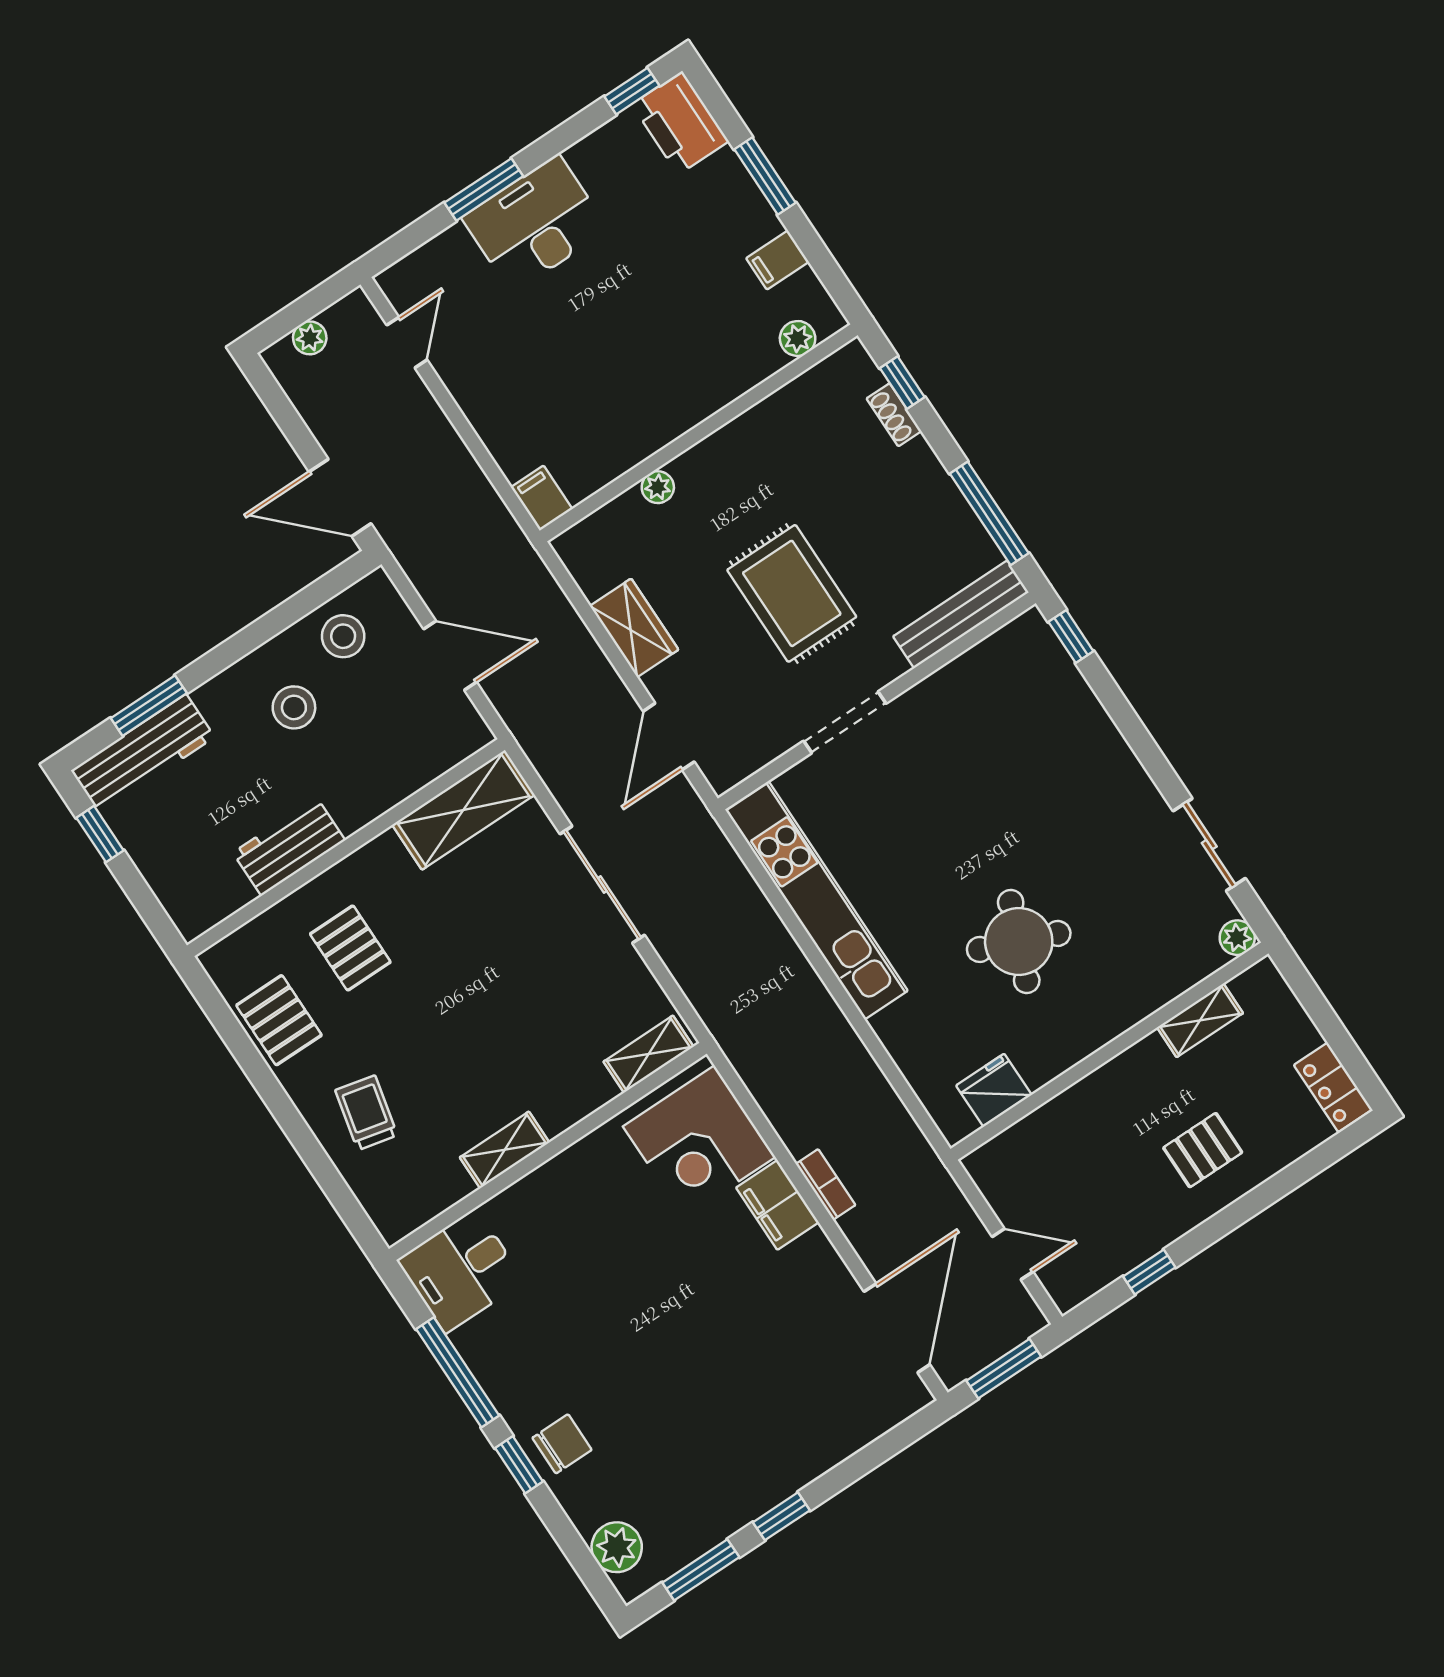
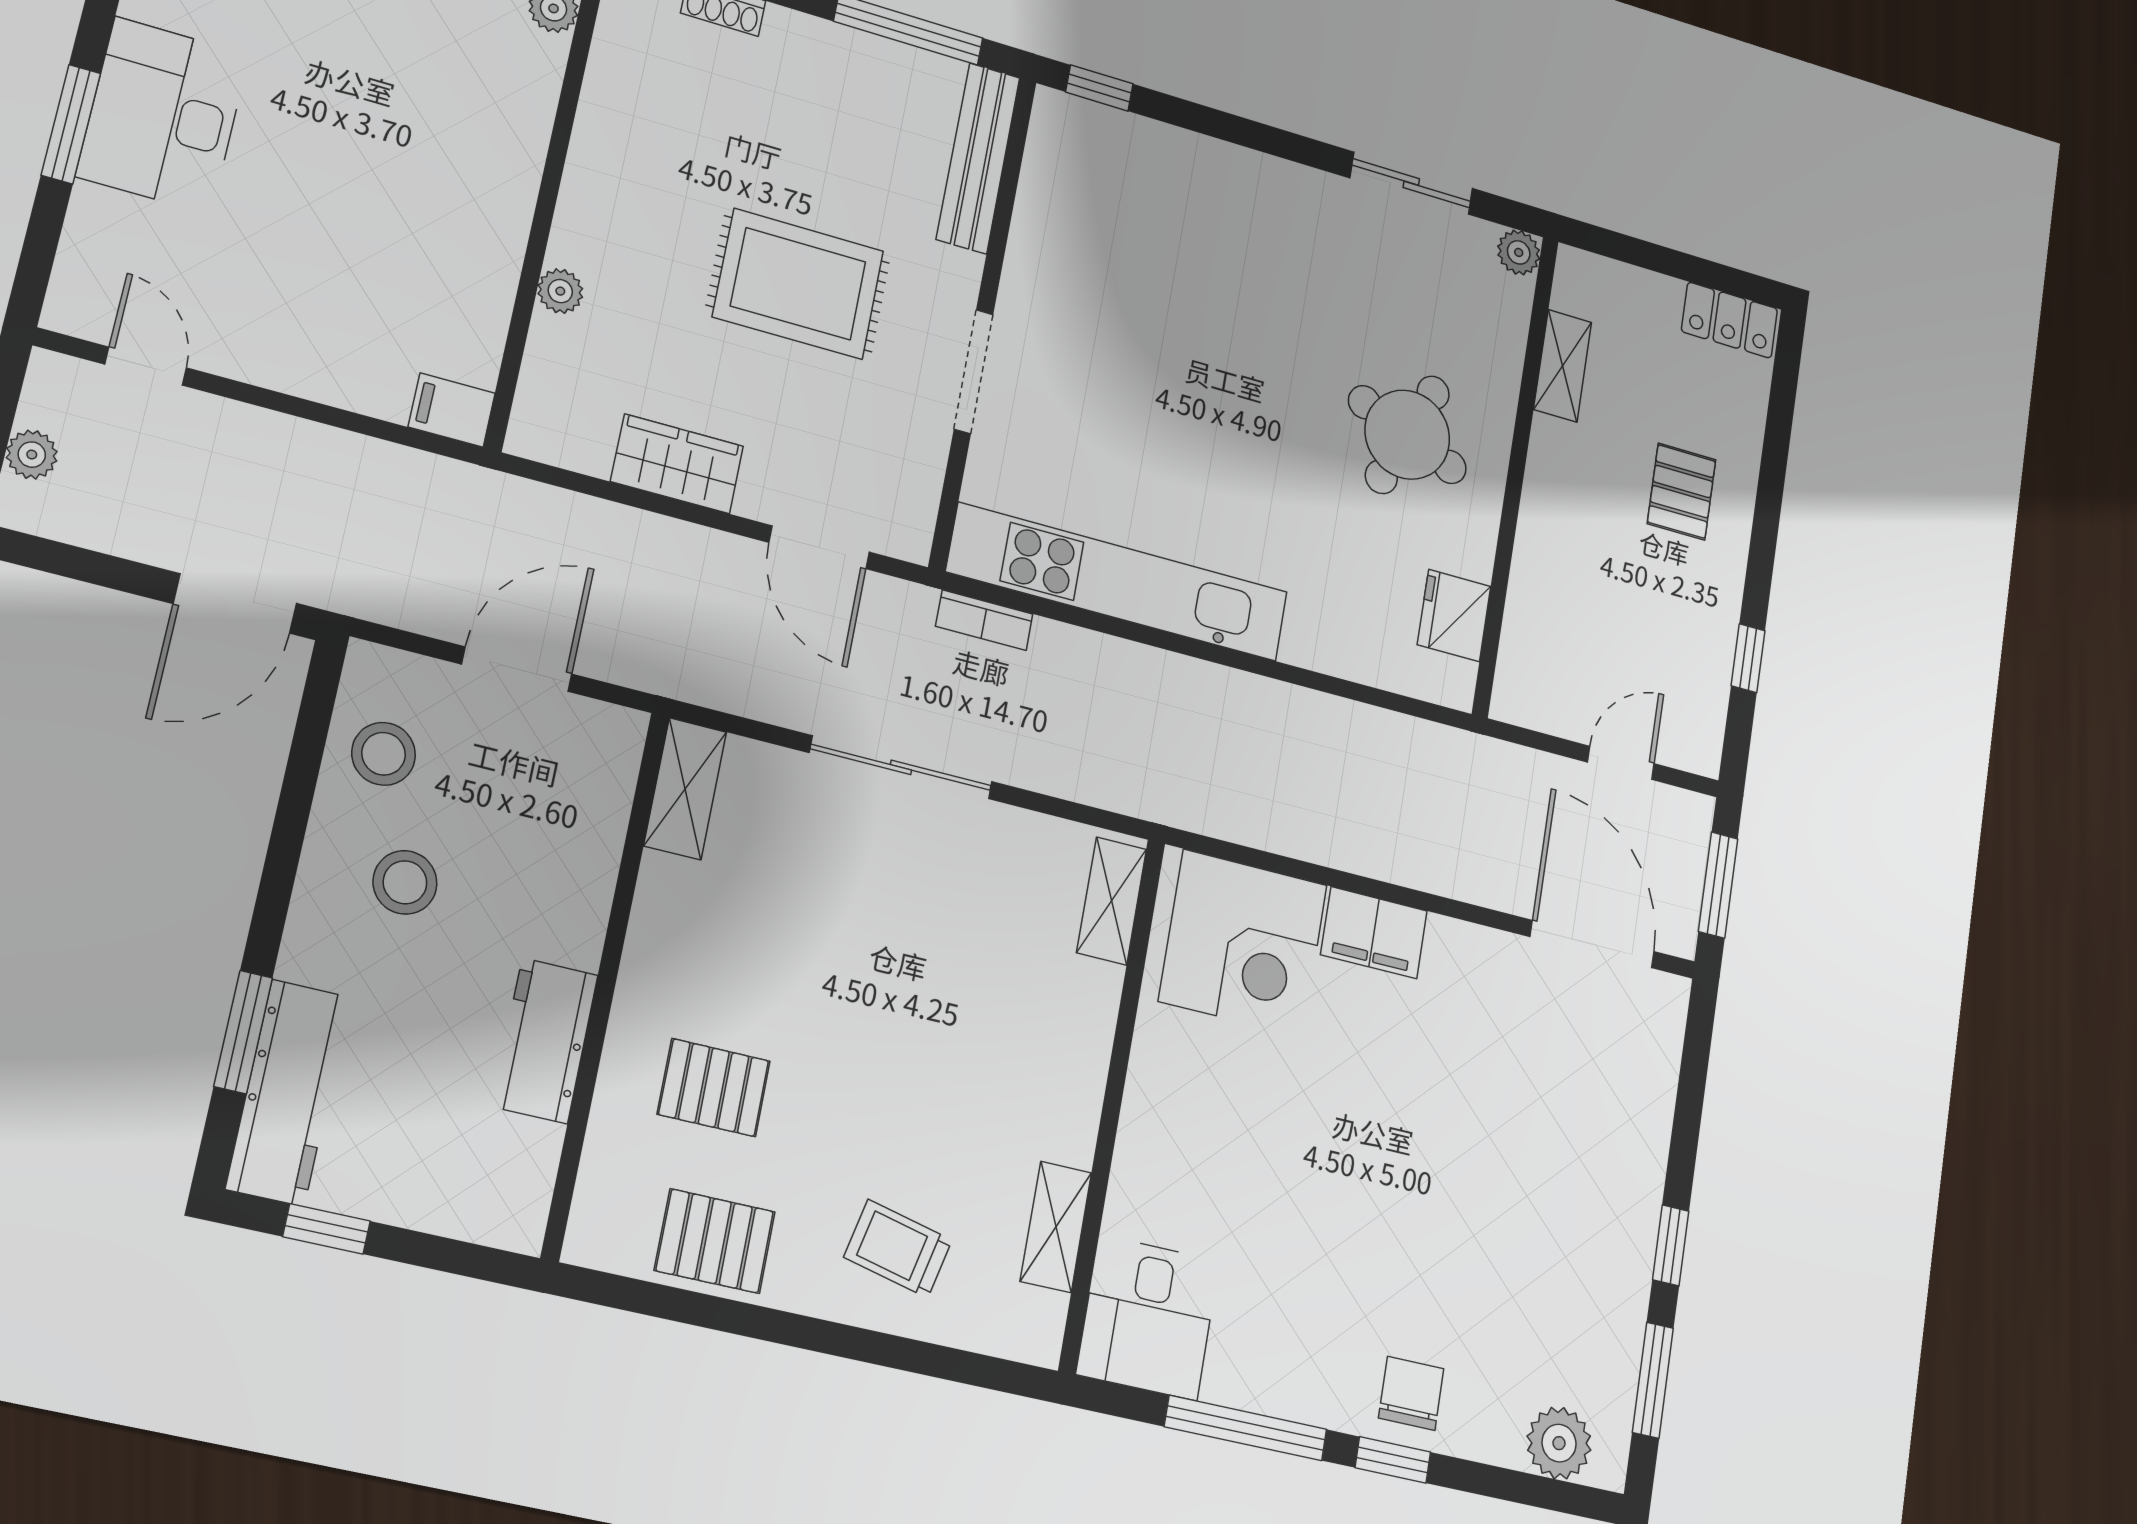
shelving: (463, 810) -> (685, 789), width x0.67, depth x0.75
round table: (1019, 941) -> (1407, 435), moved
shelving: (505, 1150) -> (1056, 1227), moved
bookcase: (825, 1184) -> (984, 620), moved, turned 180

